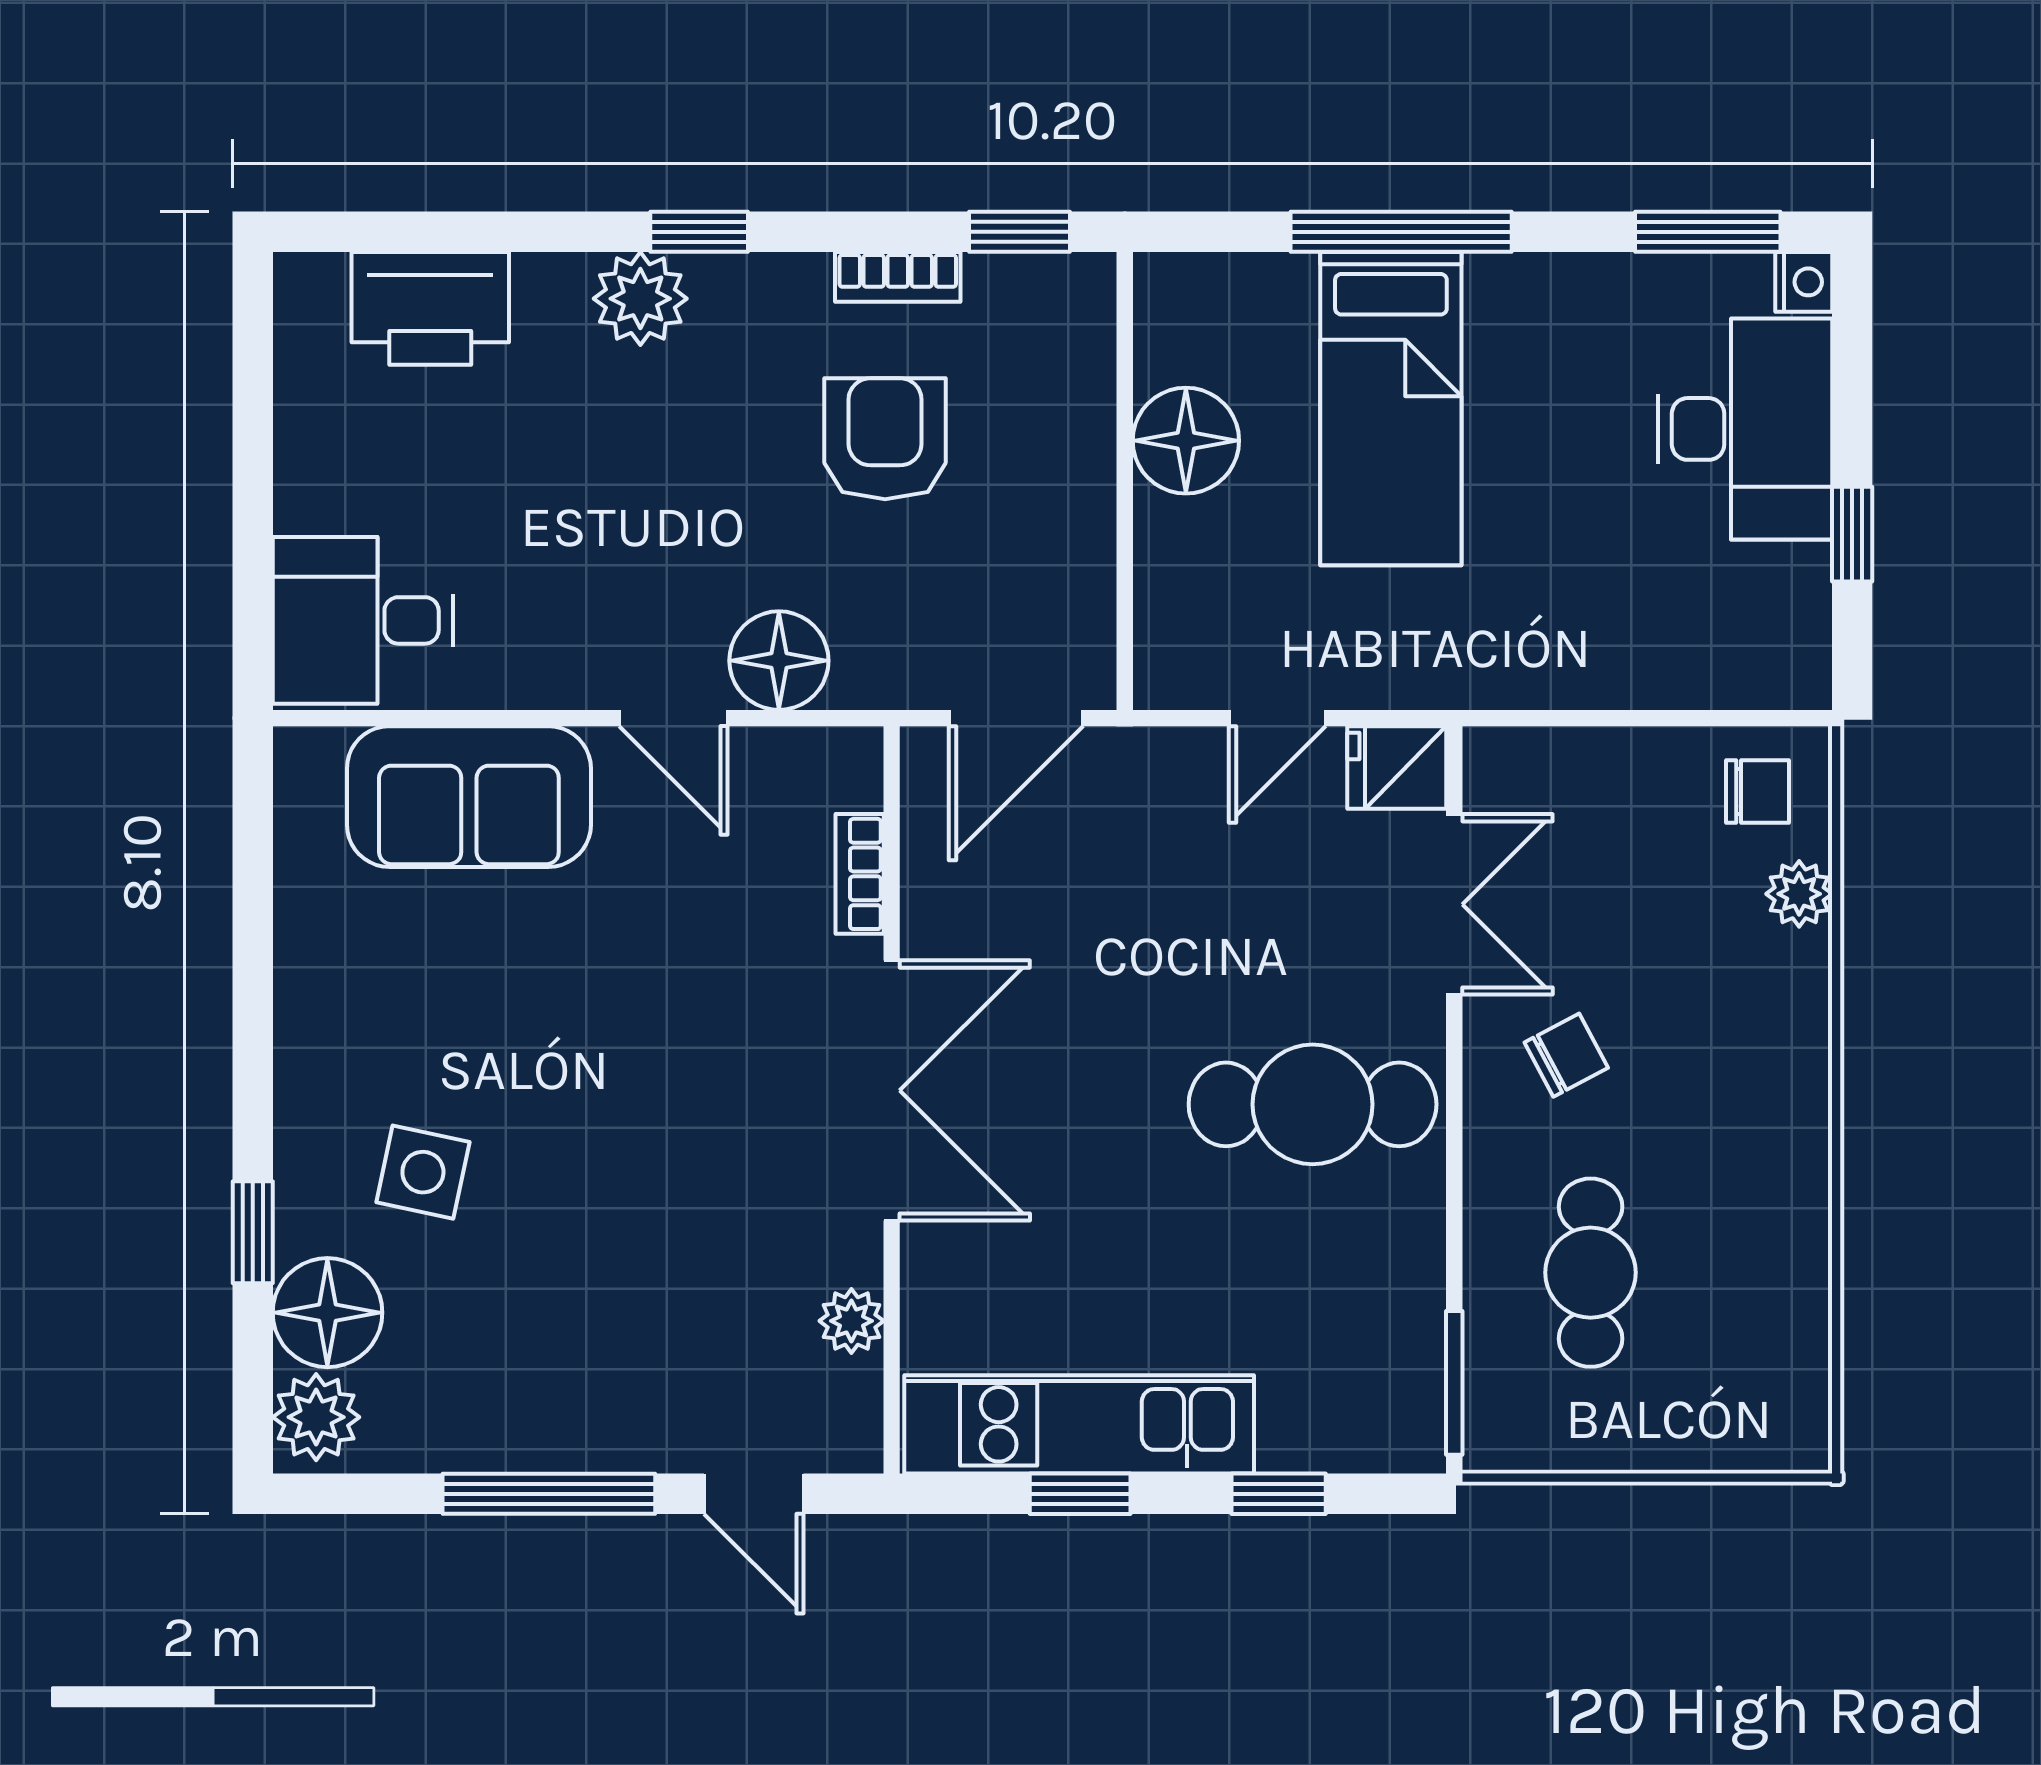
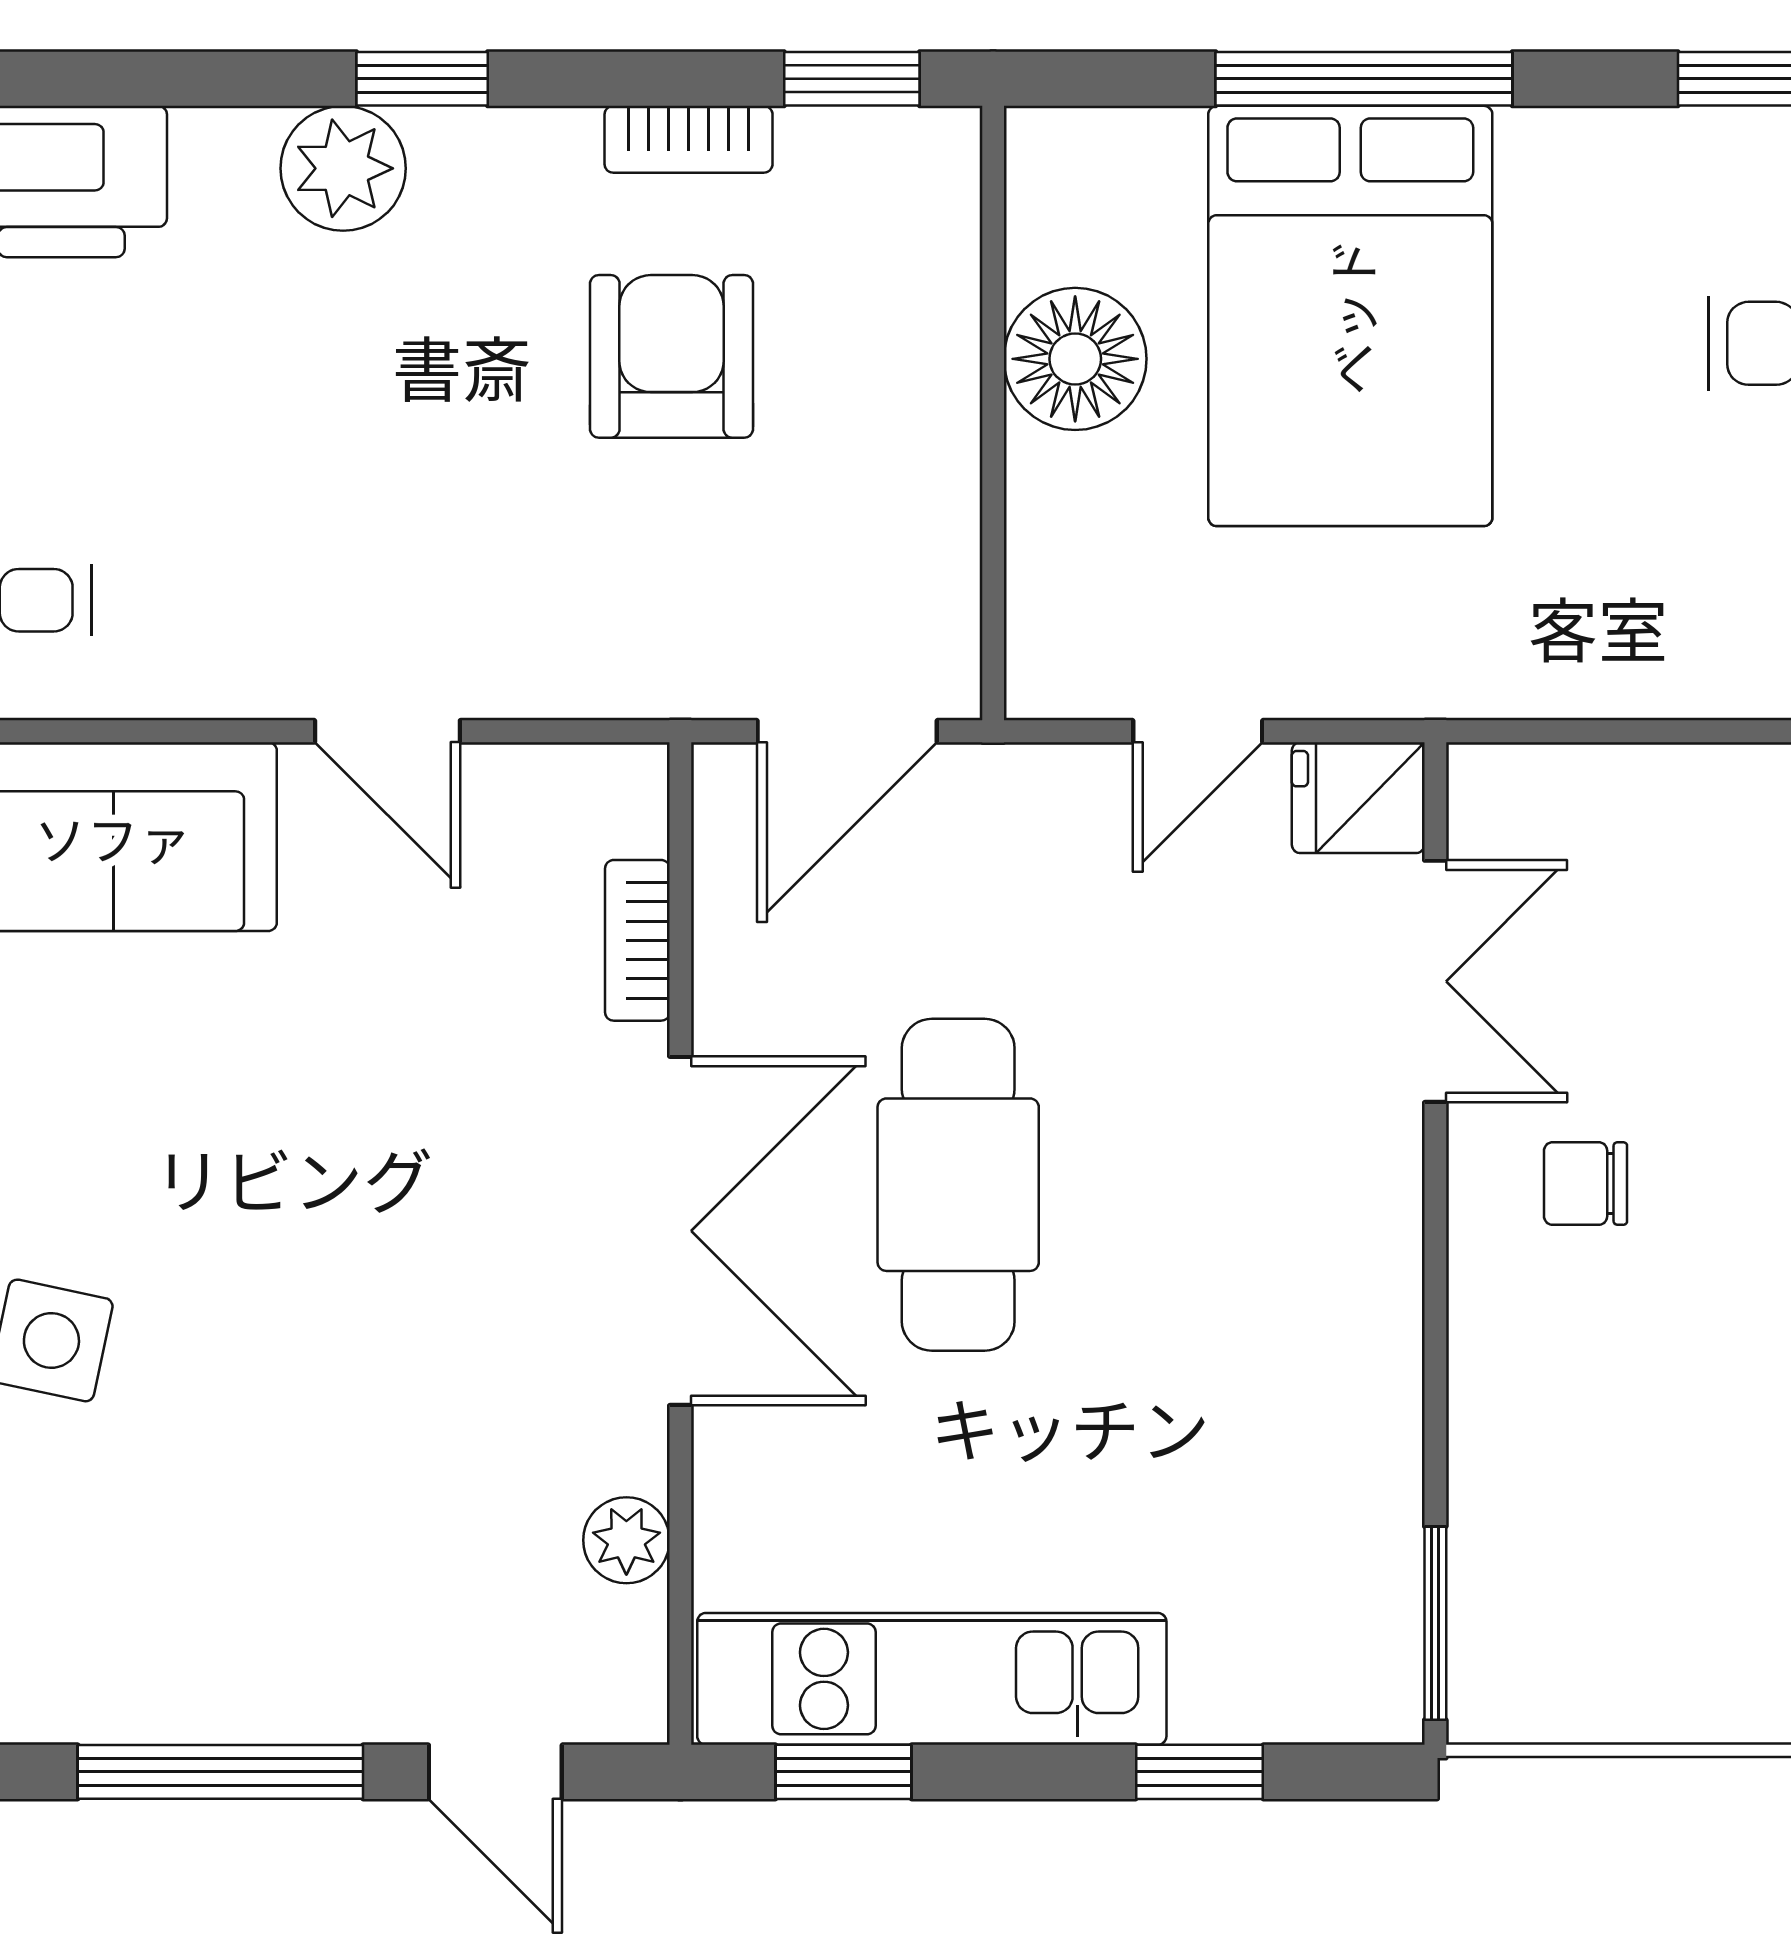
bed: (1391, 409) -> (1350, 316), width x1.50
floor lamp: (779, 661) -> (529, 654), removed
chair: (1566, 1055) -> (1586, 1184), turned -152
cafe table: (1313, 1104) -> (958, 1185), moved, turned 90
cafe table: (1591, 1273) -> (1618, 1475), removed
window: (1080, 1494) -> (844, 1772), moved

